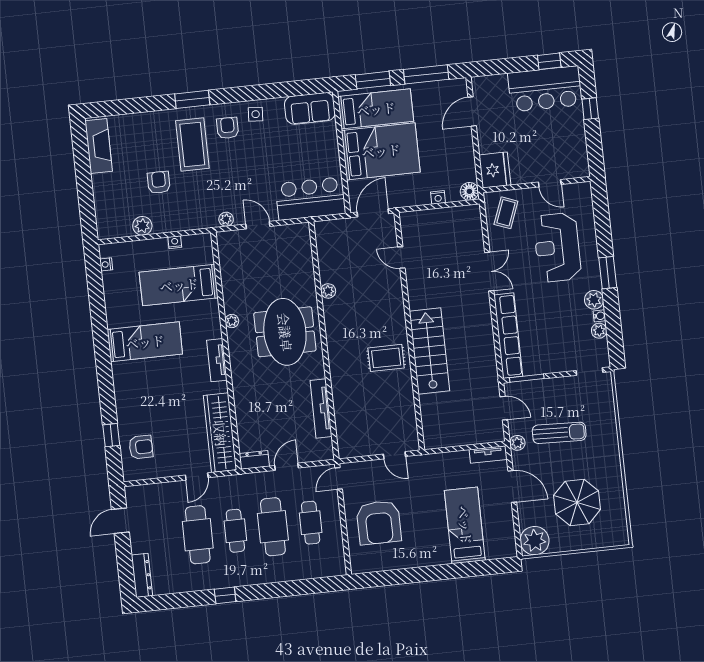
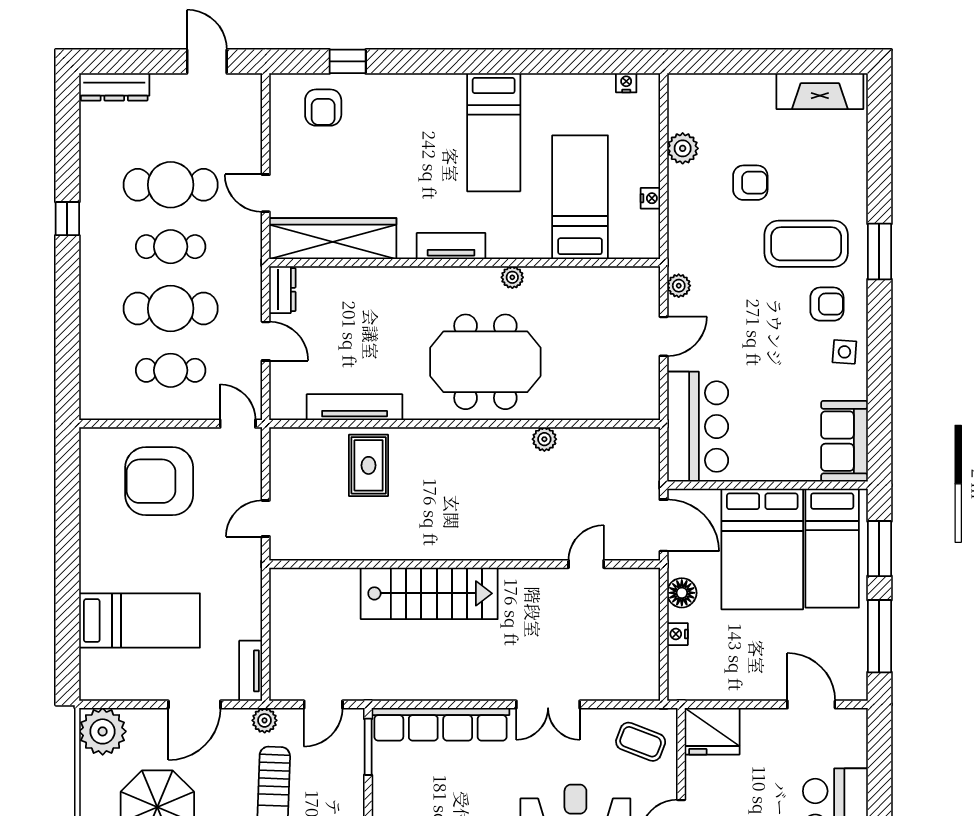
floor lamp: (469, 191) -> (682, 593), moved
rug: (386, 358) -> (369, 465), moved

